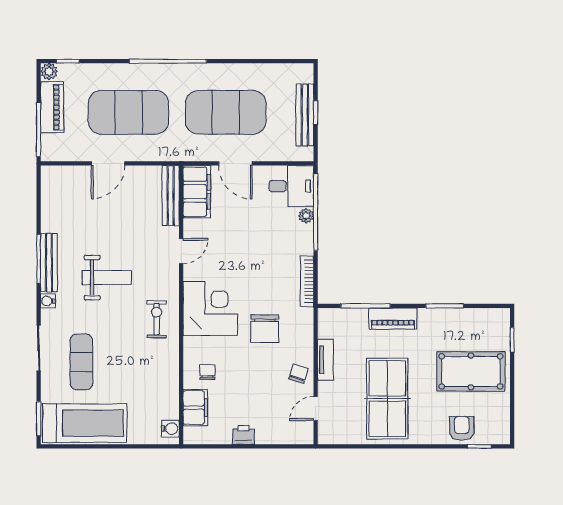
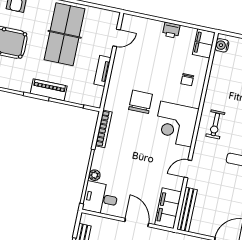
chair: (298, 374) -> (123, 65), removed
filing cabinet: (195, 408) -> (204, 43), moved

